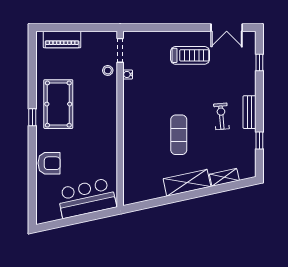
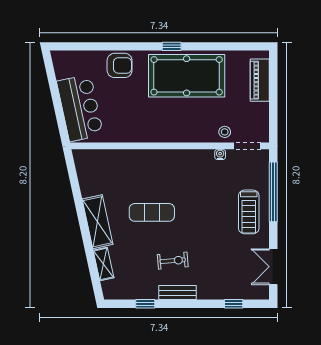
window: (161, 28) -> (273, 192), added
treadmill: (190, 55) -> (249, 212), moved
pool table: (58, 104) -> (187, 76), width x1.36, depth x1.32
armchair: (49, 163) -> (120, 65), turned -90

